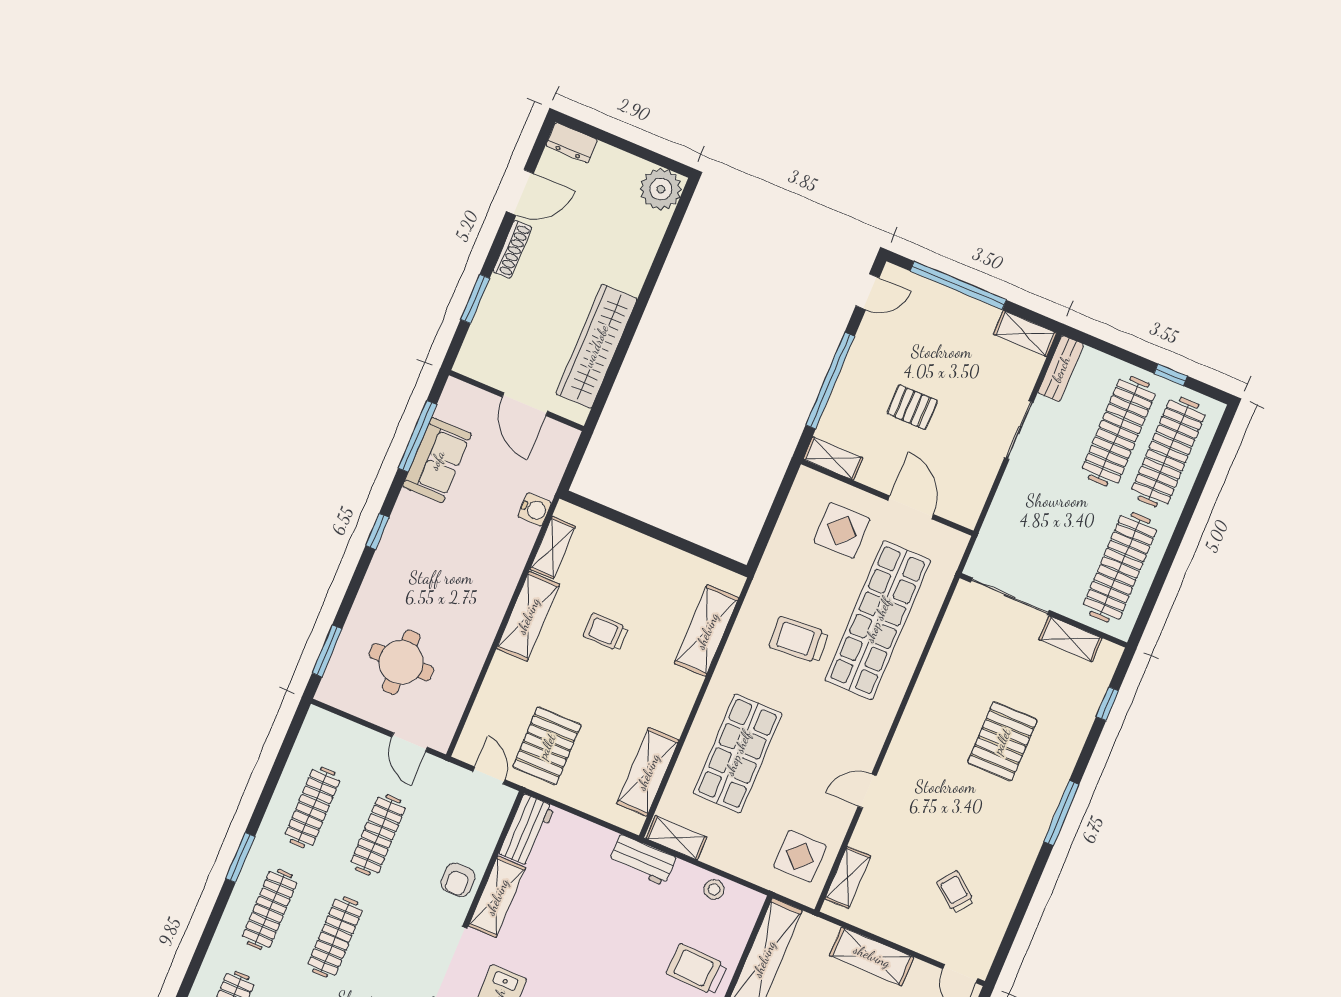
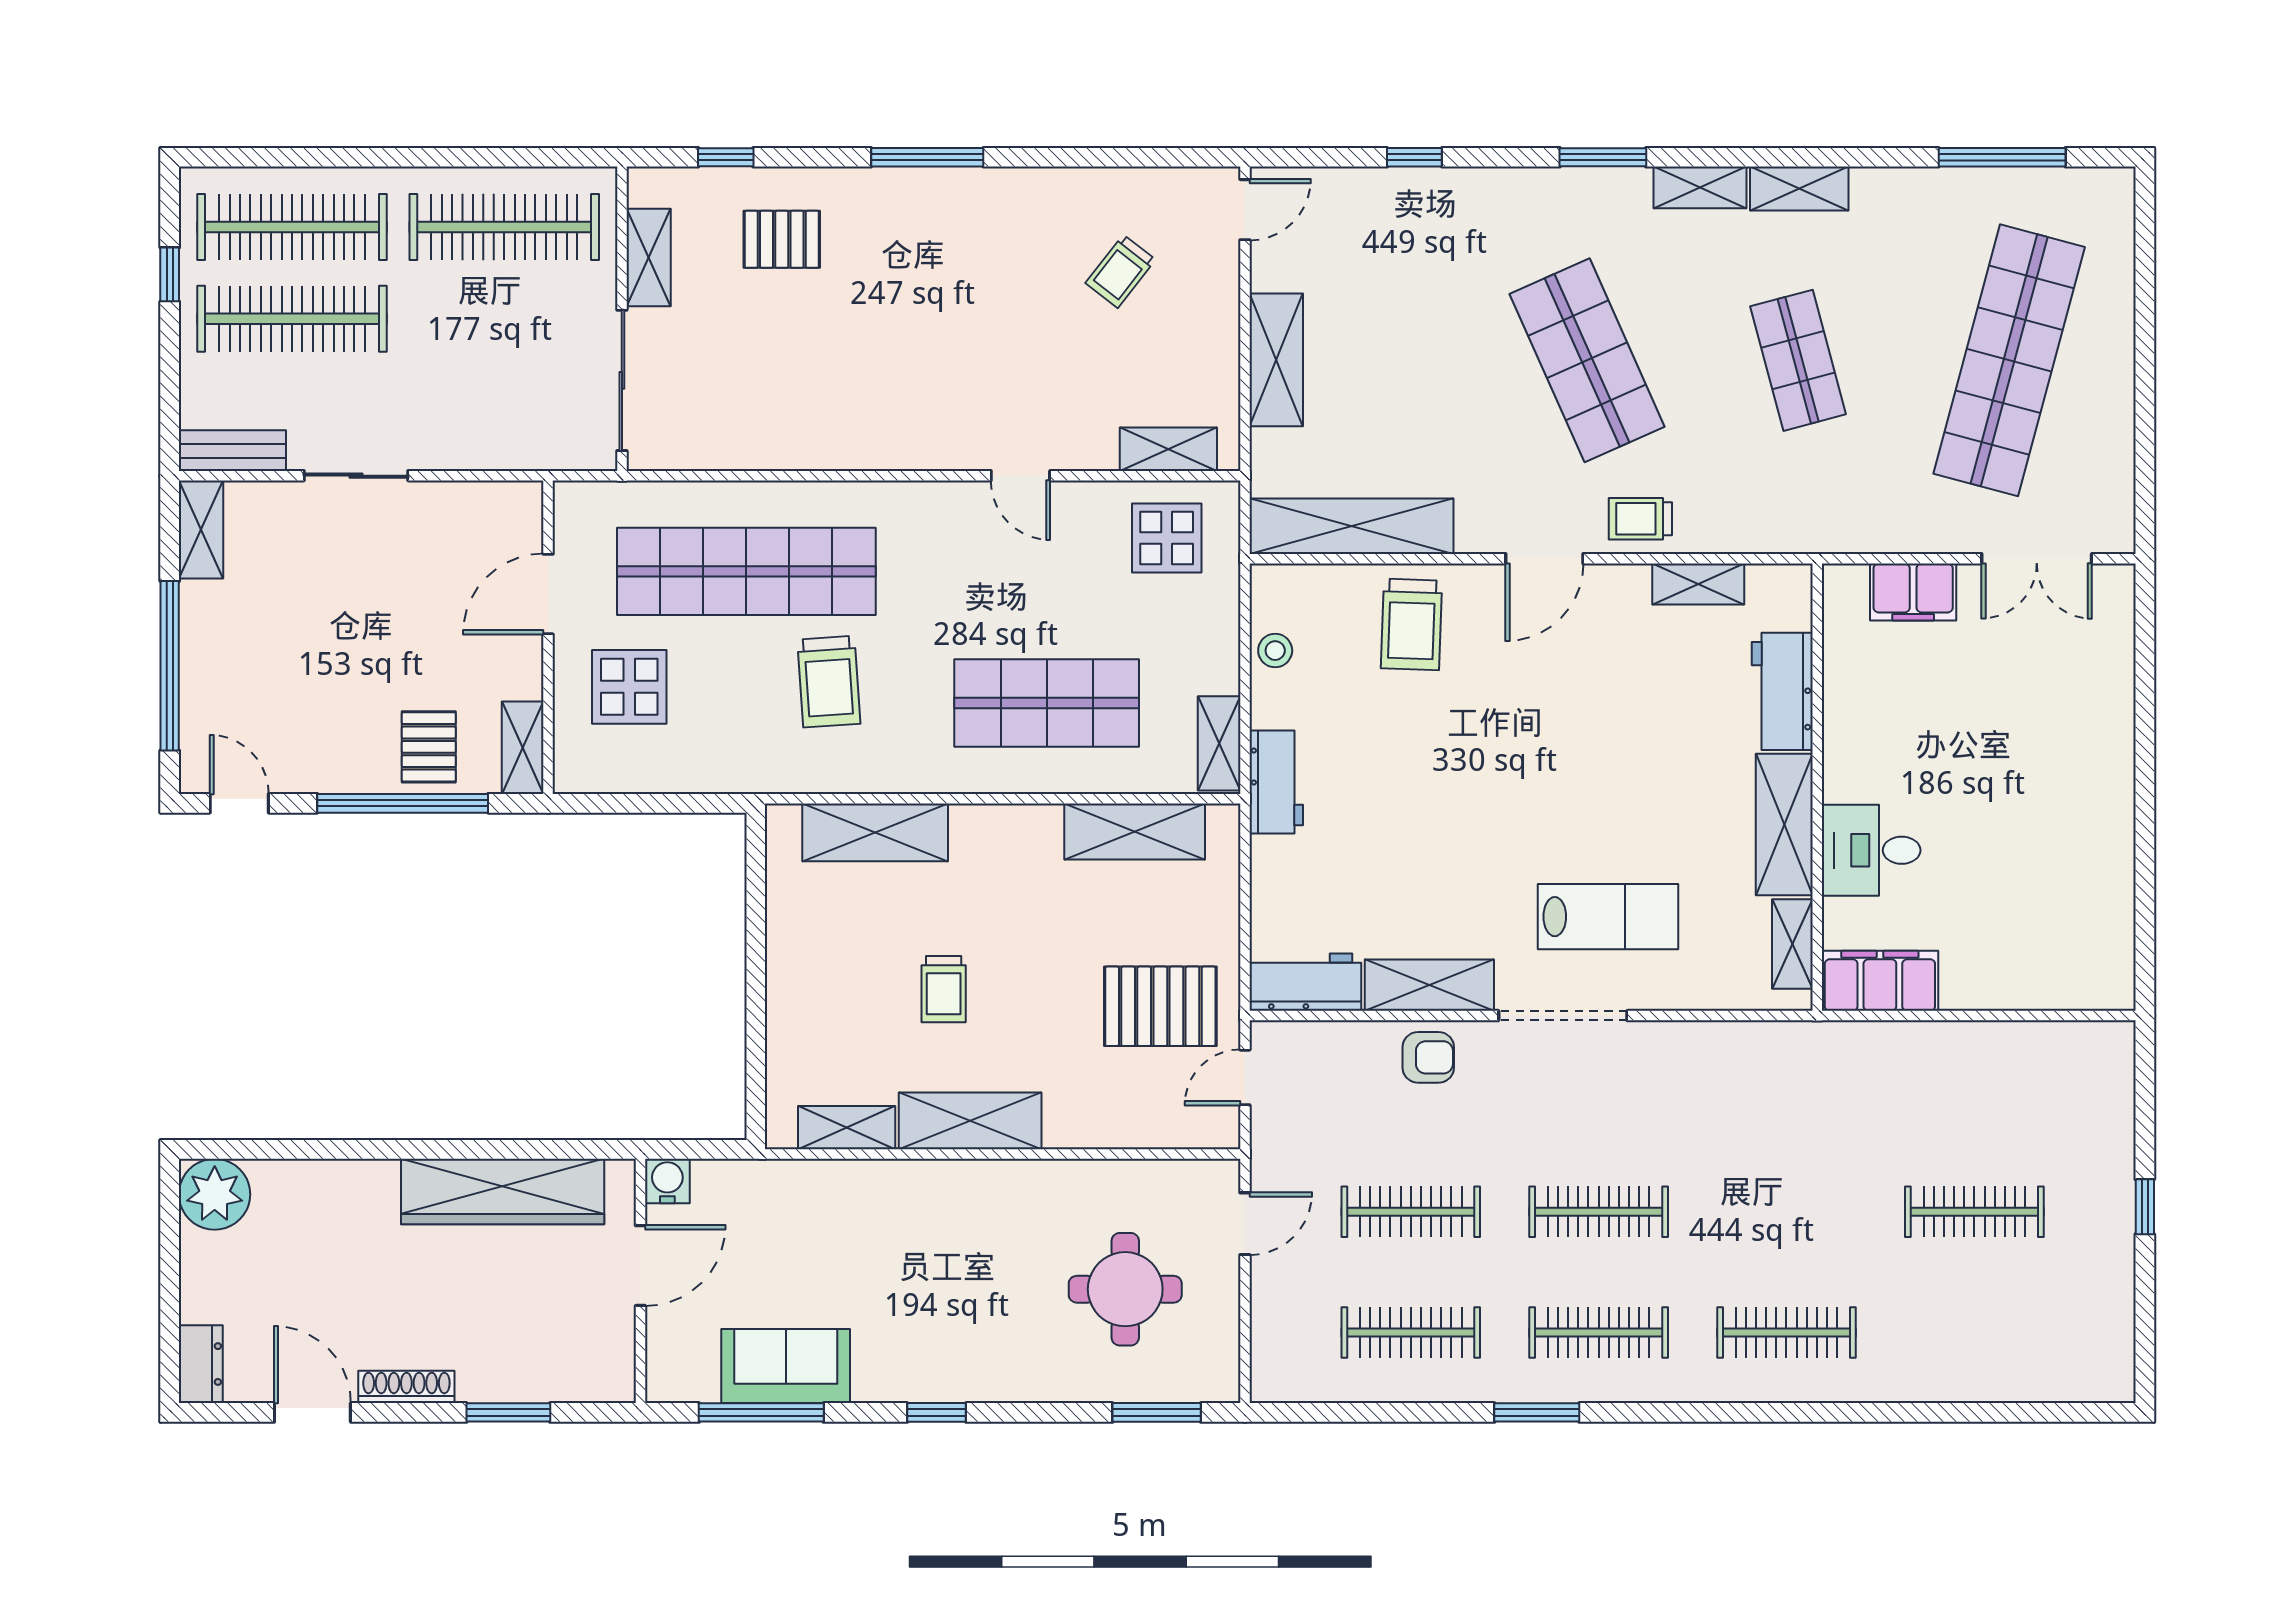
pallet: (912, 407) -> (429, 747), moved
water cooler: (535, 509) -> (667, 1181), moved
pallet: (1002, 741) -> (782, 239), moved, width x0.67, depth x0.71

